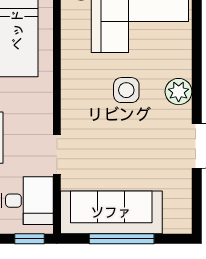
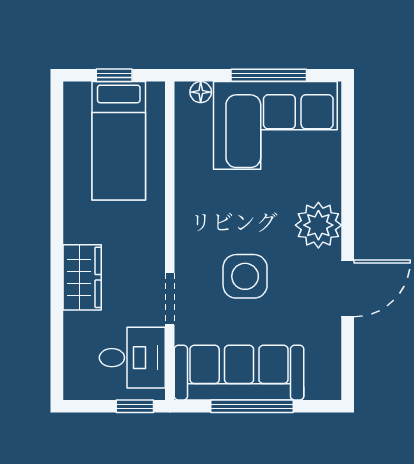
side table: (126, 90) -> (245, 276), moved, width x1.37, depth x1.37
plant: (179, 92) -> (318, 225), width x1.36, depth x1.36

